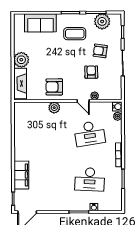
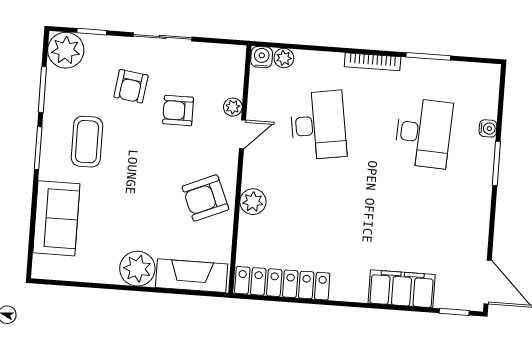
plant: (102, 21) -> (66, 50), moved
armchair: (54, 87) -> (205, 198), turned 67
locker: (20, 123) -> (282, 283), added

